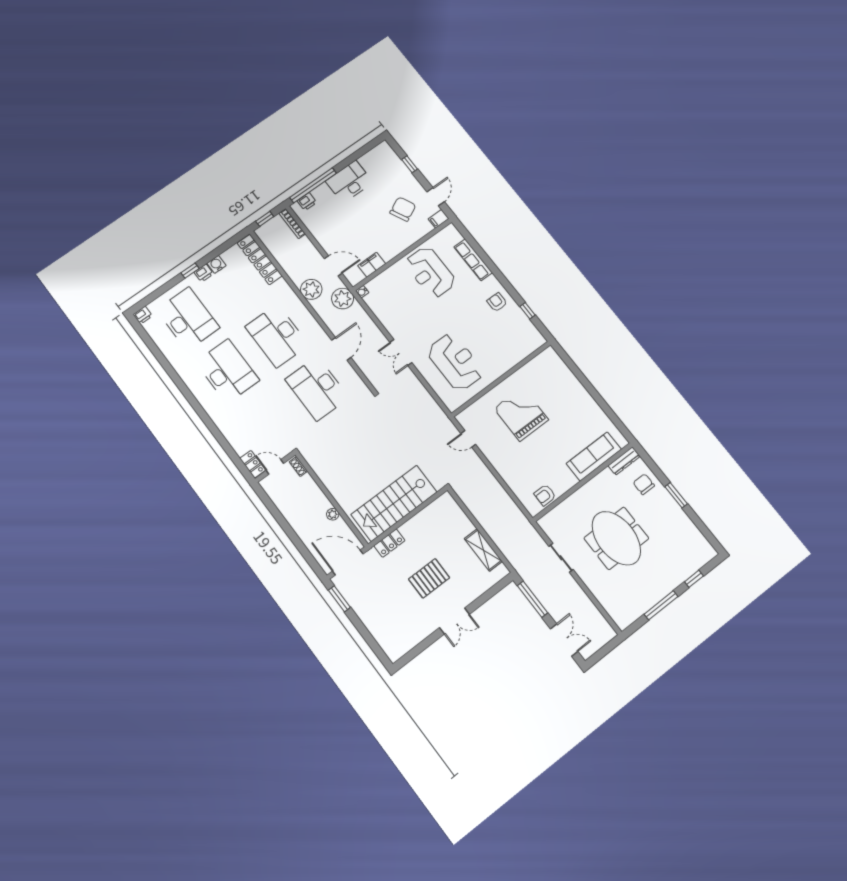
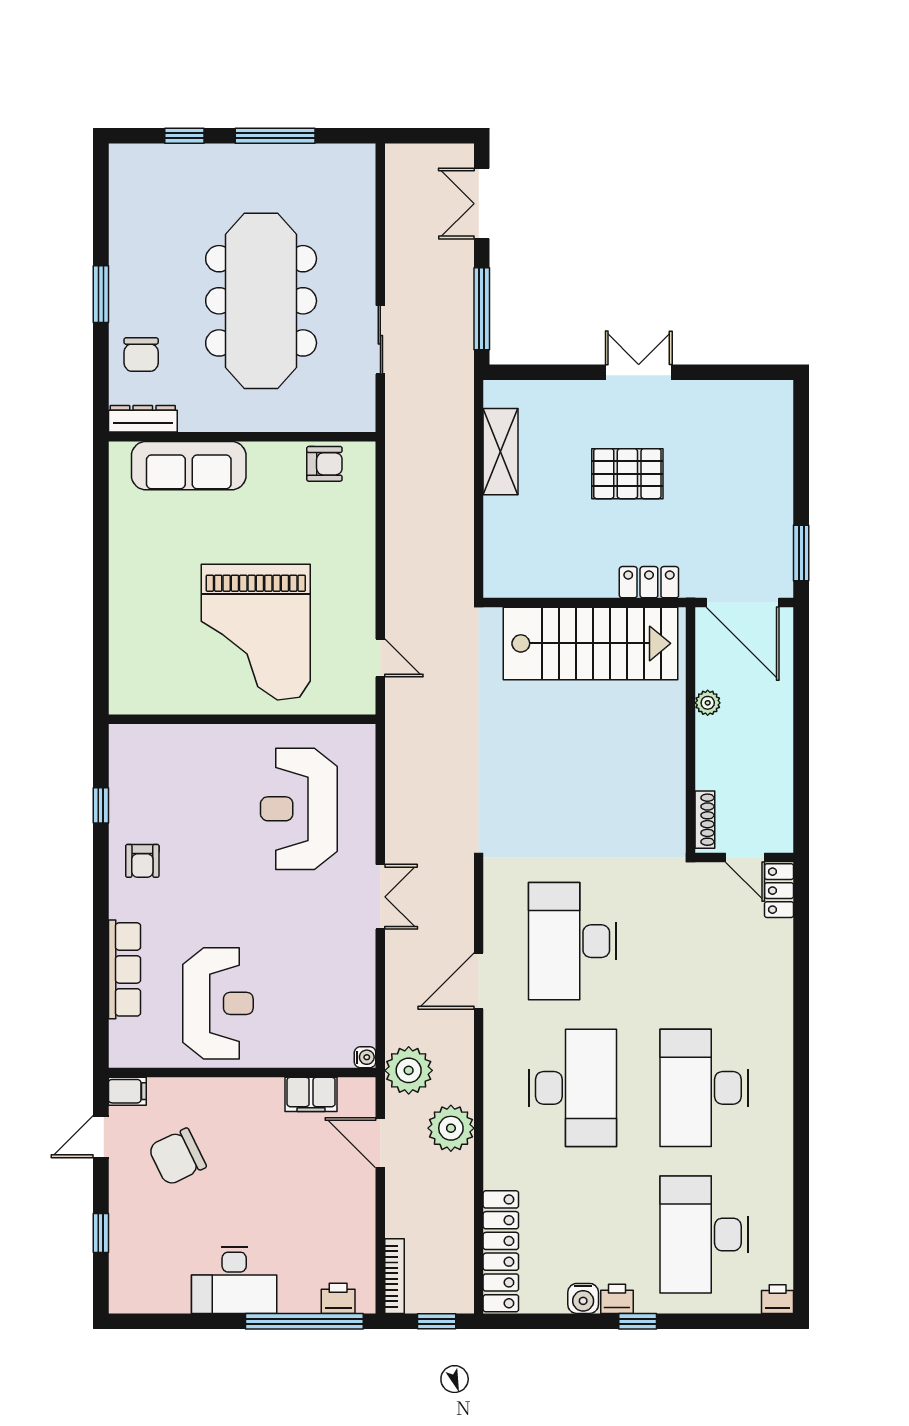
desk: (317, 388) -> (573, 941), turned 180
grand piano: (521, 414) -> (256, 632), width x1.37, depth x1.48
shoe rack: (298, 466) -> (705, 820), width x1.43
meeting table: (616, 538) -> (261, 301), width x1.36

